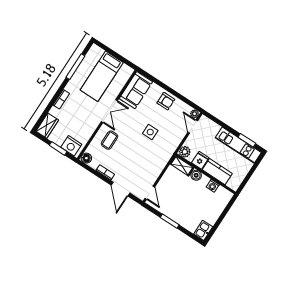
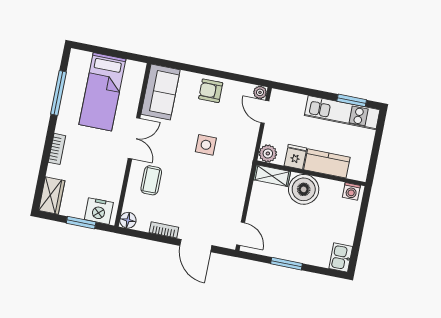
armchair: (166, 101) -> (211, 91), turned 180
boiler: (196, 175) -> (304, 189), width x1.86, depth x1.86
washing machine: (213, 186) -> (351, 191), moved

